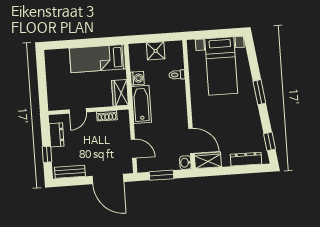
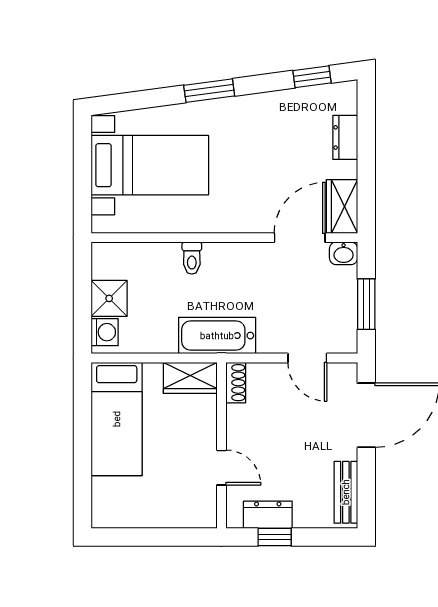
toilet: (177, 75) -> (192, 258), moved
washing machine: (137, 78) -> (105, 332), moved, turned 90
shoe rack: (107, 116) -> (236, 383), moved
door: (134, 149) -> (307, 358), swing flipped
window: (47, 154) -> (275, 537), moved
dresser: (246, 159) -> (345, 137), width x0.70

